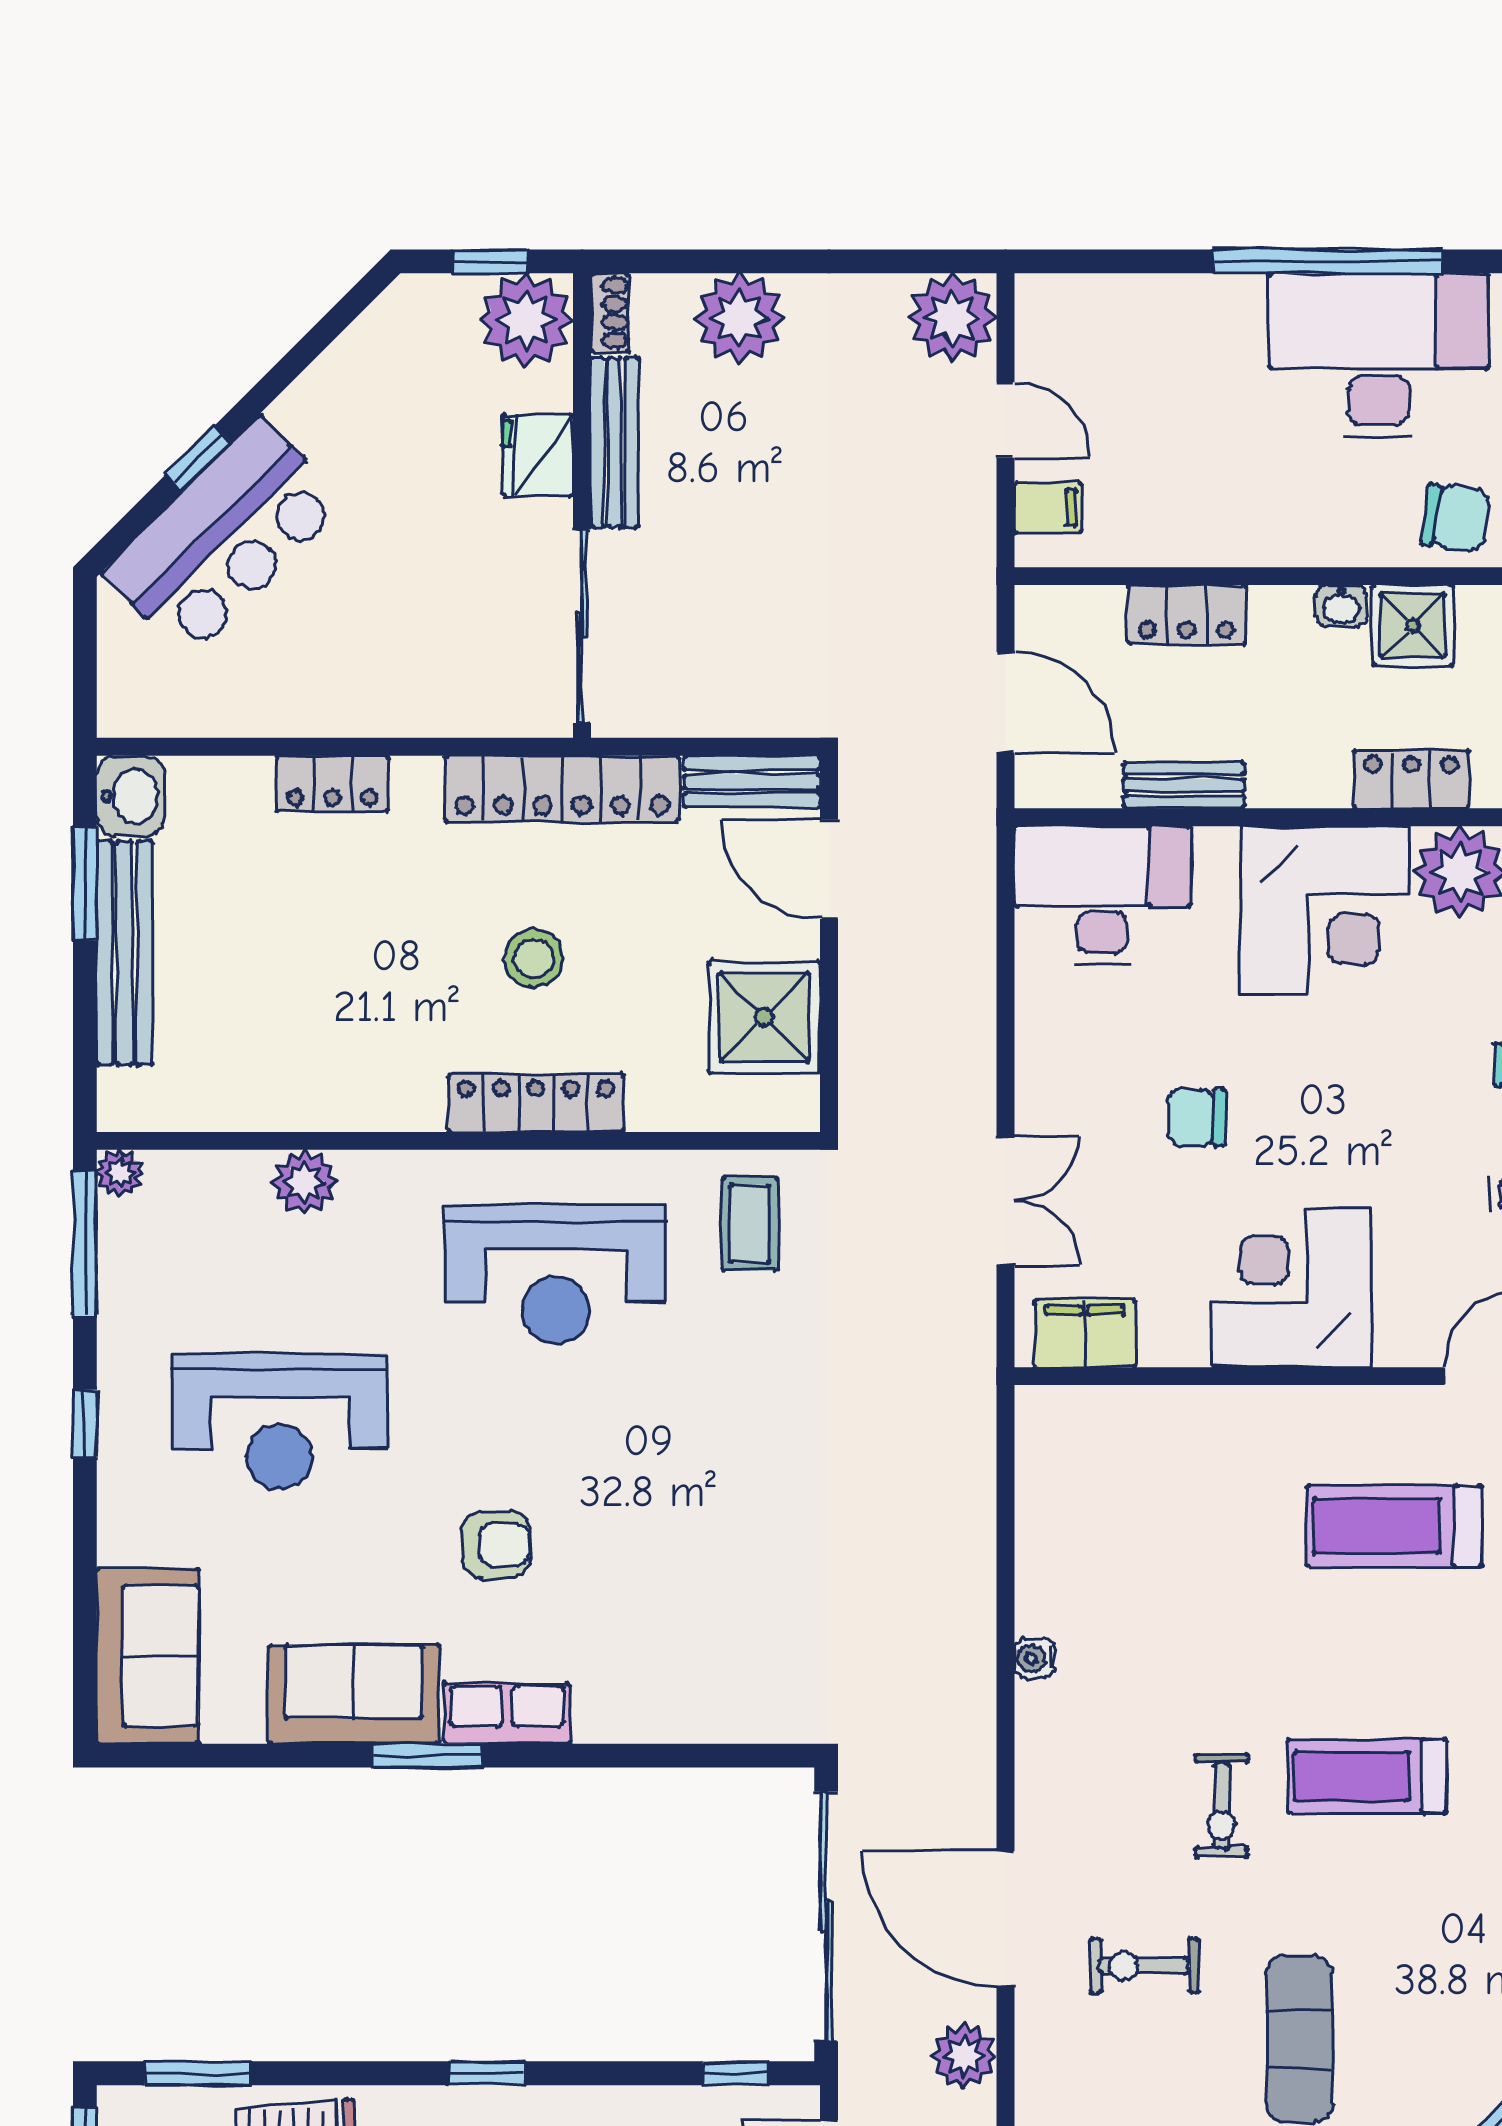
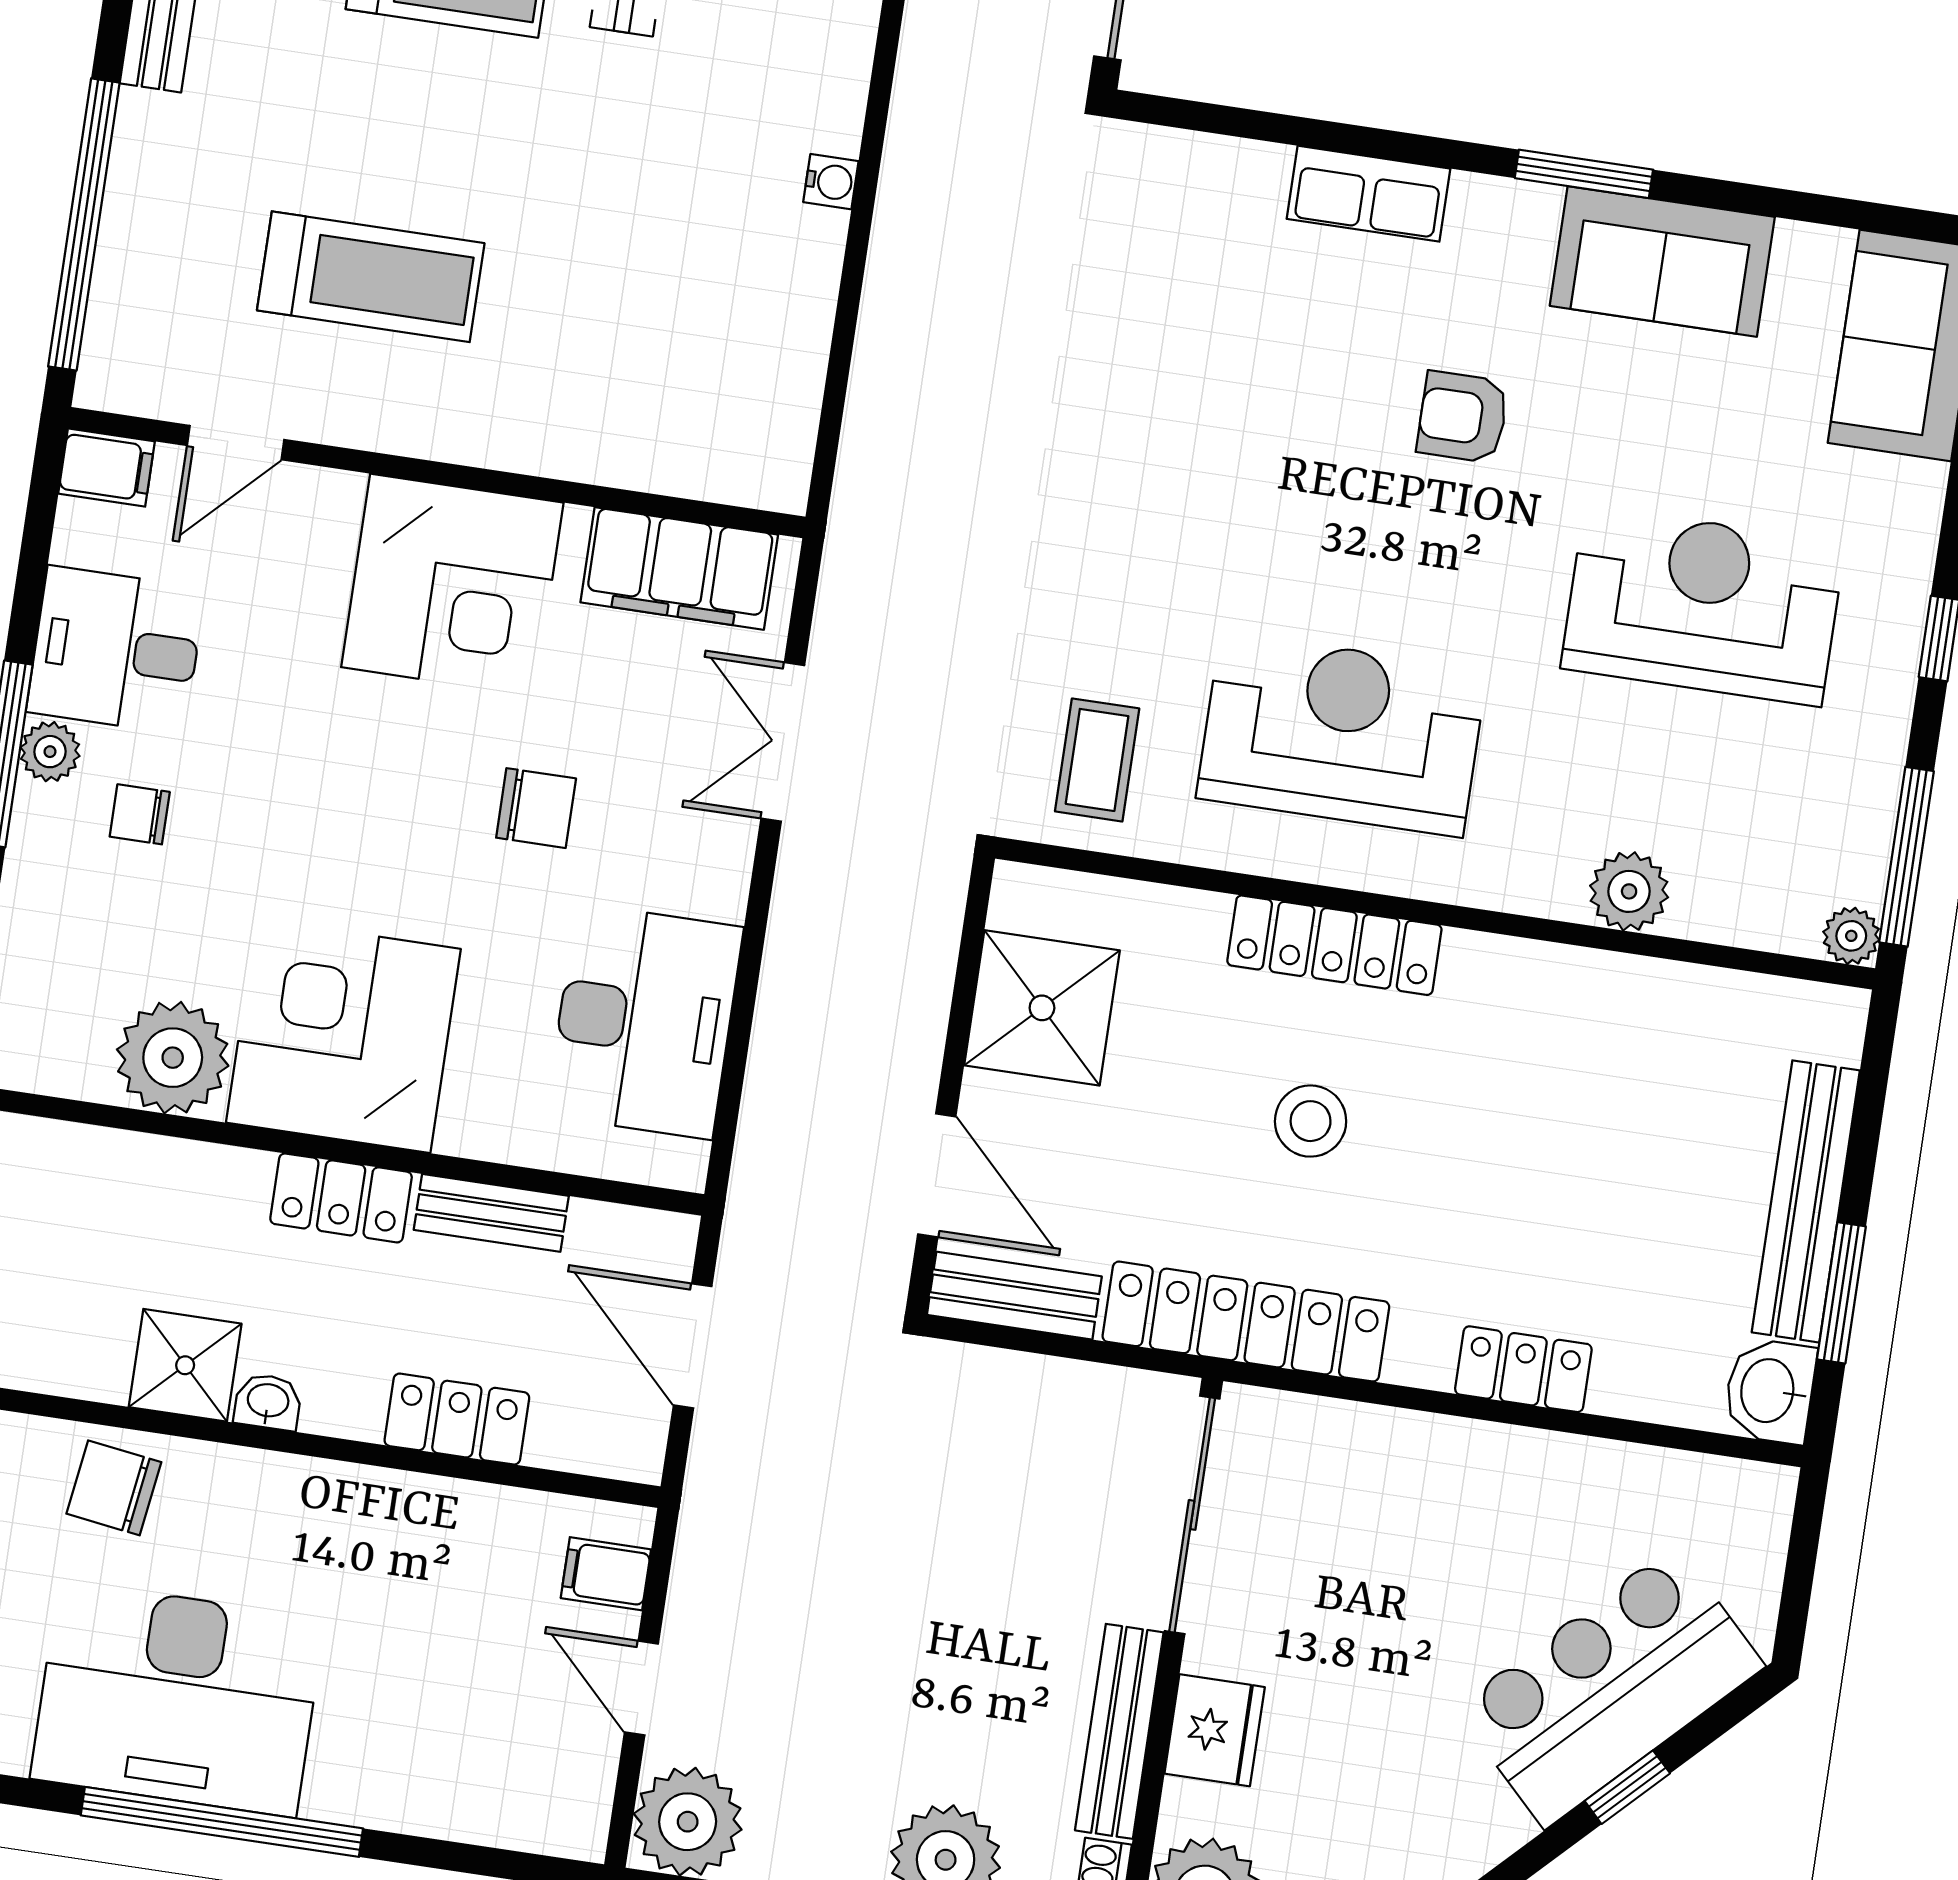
locker: (1411, 779) -> (341, 1198), moved
desk: (1102, 895) -> (645, 1021), moved, turned -90
filing cabinet: (1085, 1334) -> (679, 568), width x1.50, depth x1.17
row of seats: (507, 1714) -> (1369, 194), moved

